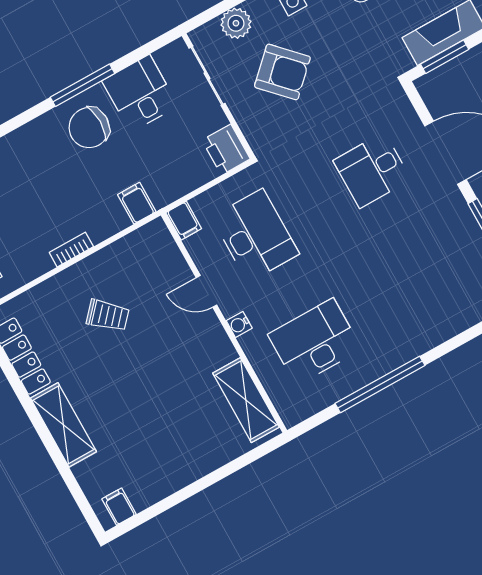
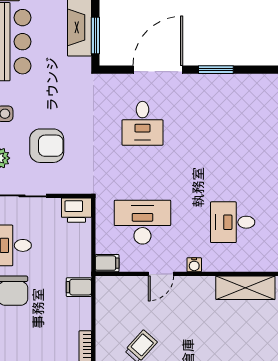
armchair: (282, 72) -> (47, 146), turned 44
desk: (315, 342) -> (233, 222), width x0.73

